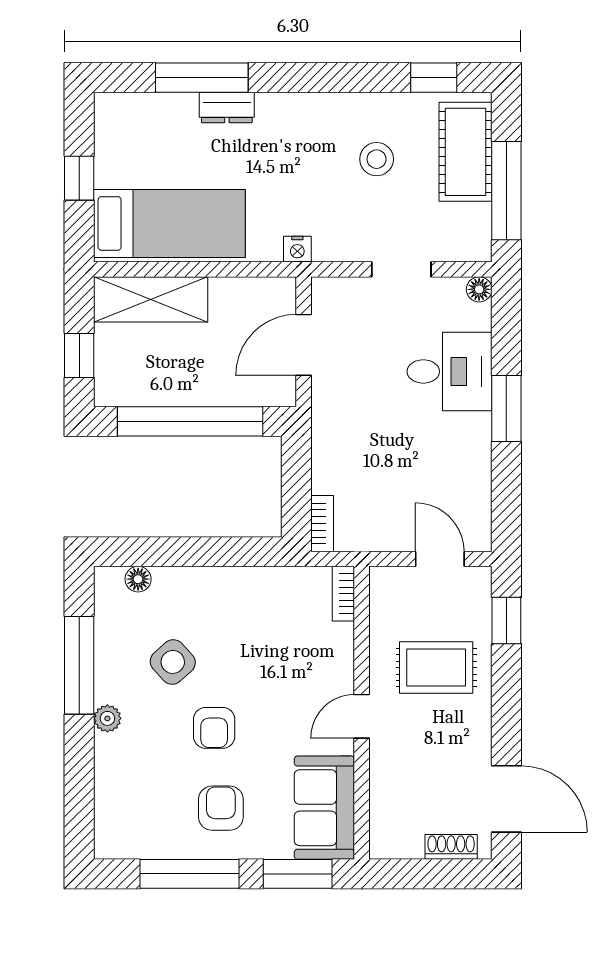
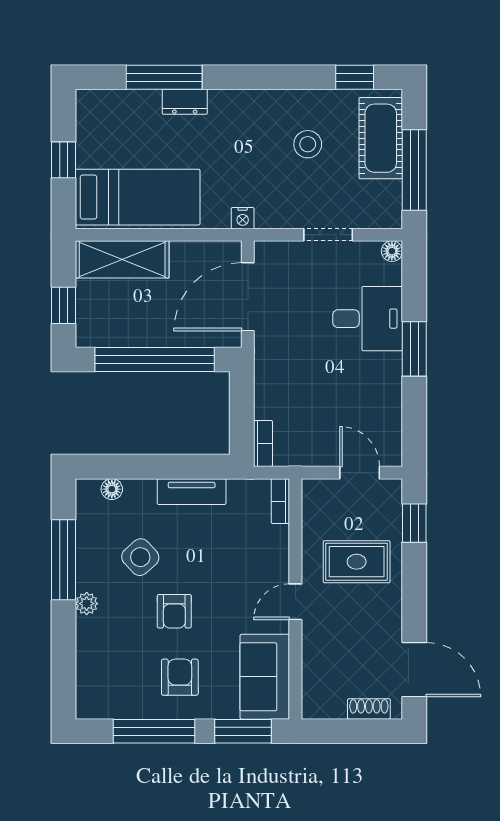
door: (304, 345) -> (248, 297), width x1.36
tv unit: (235, 582) -> (192, 492), added

